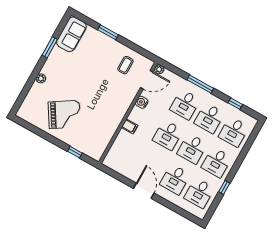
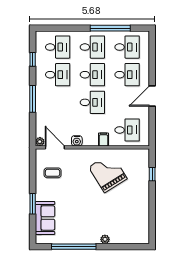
sofa: (71, 34) -> (45, 218), moved, turned 90
window: (50, 47) -> (74, 247), width x2.11
desk: (185, 104) -> (127, 130), moved
grand piano: (64, 115) -> (108, 173), moved
window: (224, 187) -> (110, 28), width x3.17

